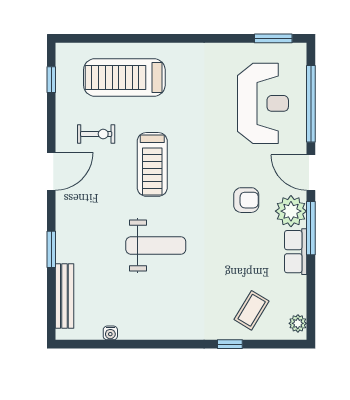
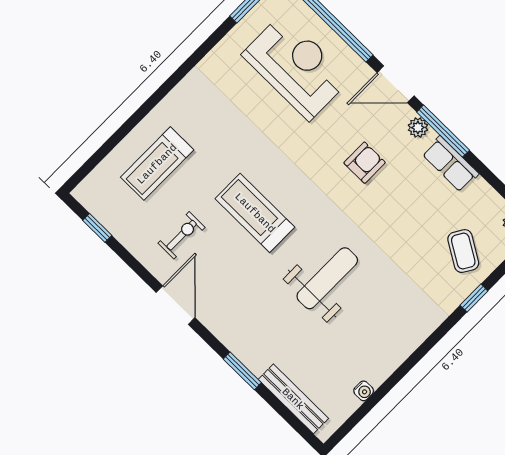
treadmill: (124, 78) -> (157, 164), width x0.73, depth x0.73
treadmill: (152, 164) -> (255, 213), turned 180
plant: (291, 211) -> (418, 128), width x0.53, depth x0.53

